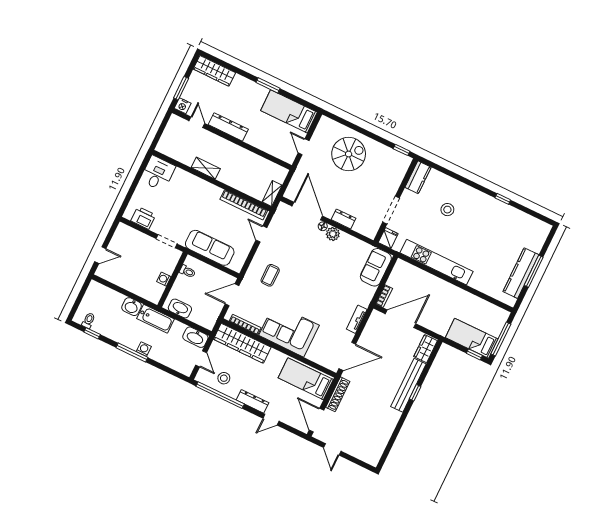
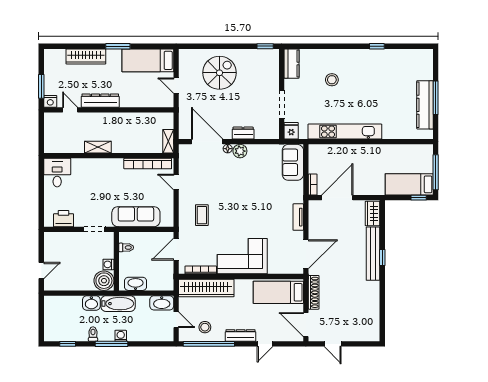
wardrobe: (214, 71) -> (86, 56), moved
boiler: (153, 292) -> (104, 281), added
toilet: (89, 320) -> (93, 334), moved

